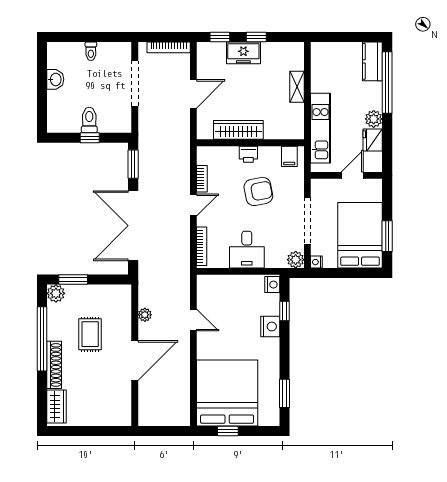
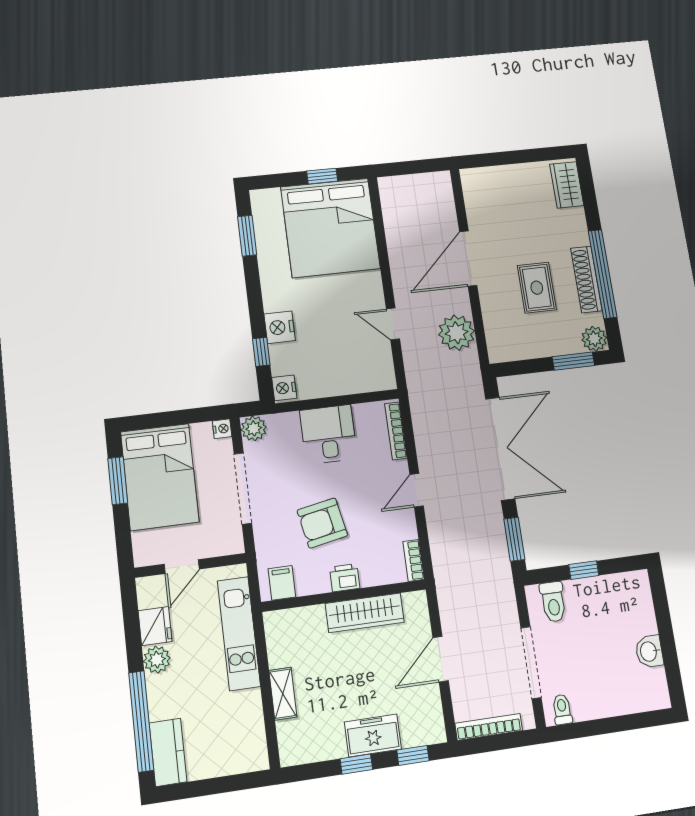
toilet: (91, 51) -> (562, 709), moved
toilet: (89, 120) -> (553, 602), moved
bookcase: (202, 179) -> (414, 560), moved
plant: (145, 315) -> (457, 333), width x1.88, depth x1.88
shoe rack: (54, 365) -> (586, 279), moved

